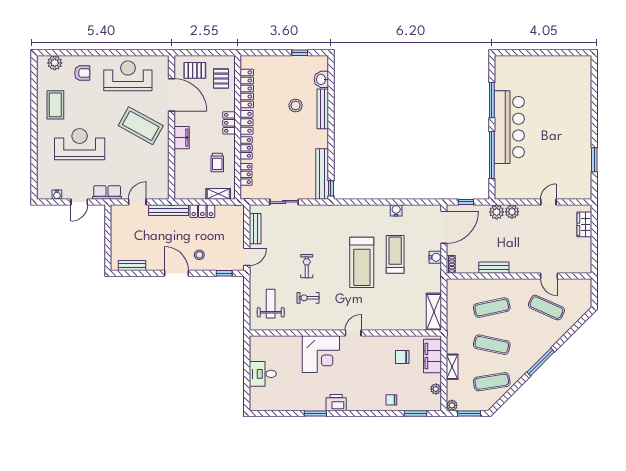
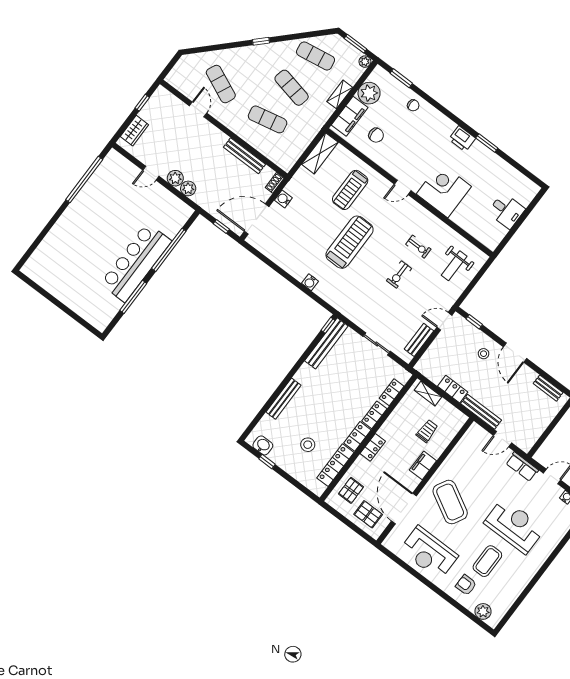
washbasin: (321, 79) -> (263, 445), moved, turned -90
coffee table: (55, 105) -> (487, 561), moved
stool: (296, 106) -> (308, 445), moved
reception desk: (80, 144) -> (514, 526), turned 180
window: (594, 160) -> (84, 179), width x2.11
trolley: (217, 163) -> (427, 431), moved
water cooler: (396, 210) -> (310, 282), moved
plant: (497, 212) -> (175, 178), moved
window: (594, 249) -> (142, 103), added
treadmill: (395, 254) -> (350, 190), moved
bench: (494, 268) -> (245, 156), width x1.36
window: (541, 362) -> (261, 41), width x0.46
plant: (436, 389) -> (369, 93), width x1.88, depth x1.88

